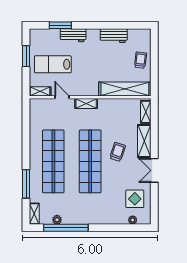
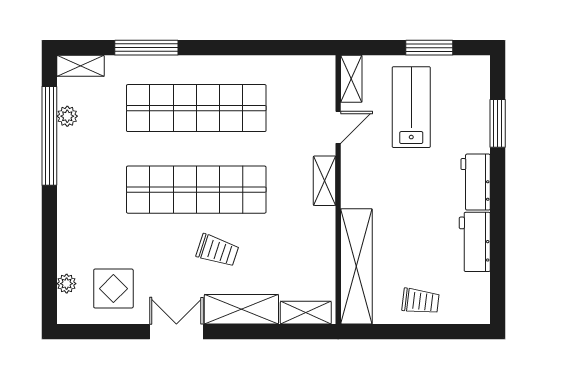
workbench: (73, 35) -> (476, 182), moved

